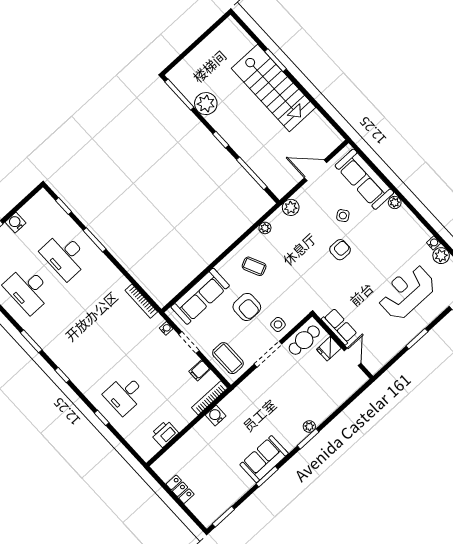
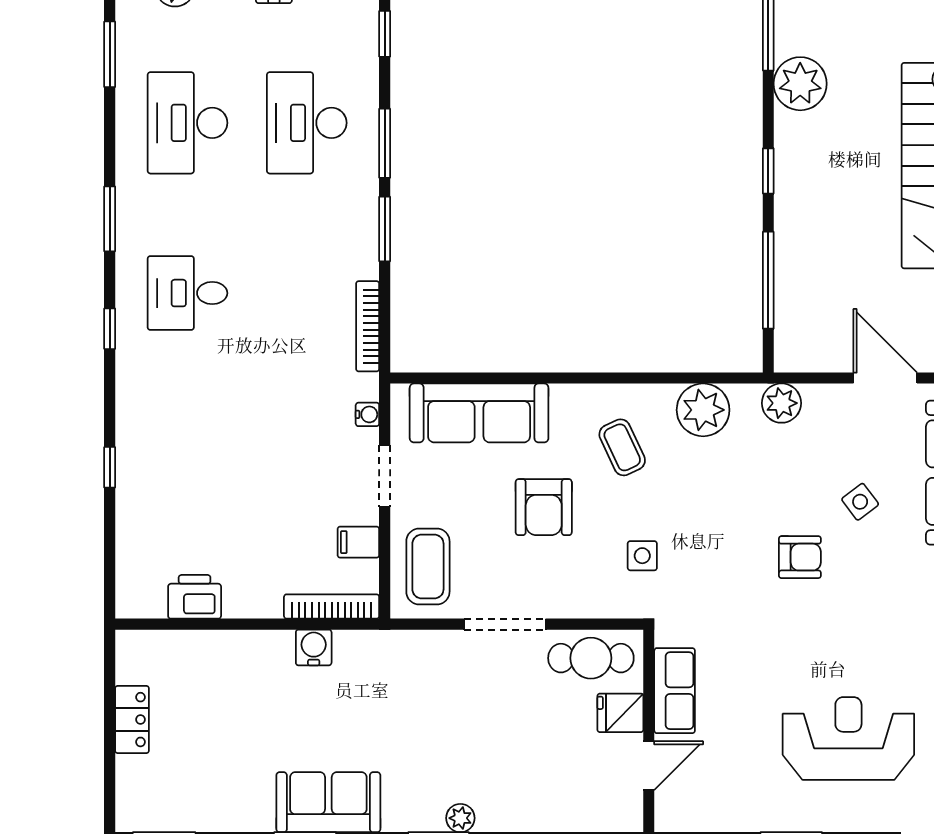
plant: (265, 228) -> (703, 410), width x1.88, depth x1.88
window: (119, 266) -> (385, 229), added
side table: (278, 324) -> (642, 556), moved
desk: (124, 394) -> (187, 293), moved

